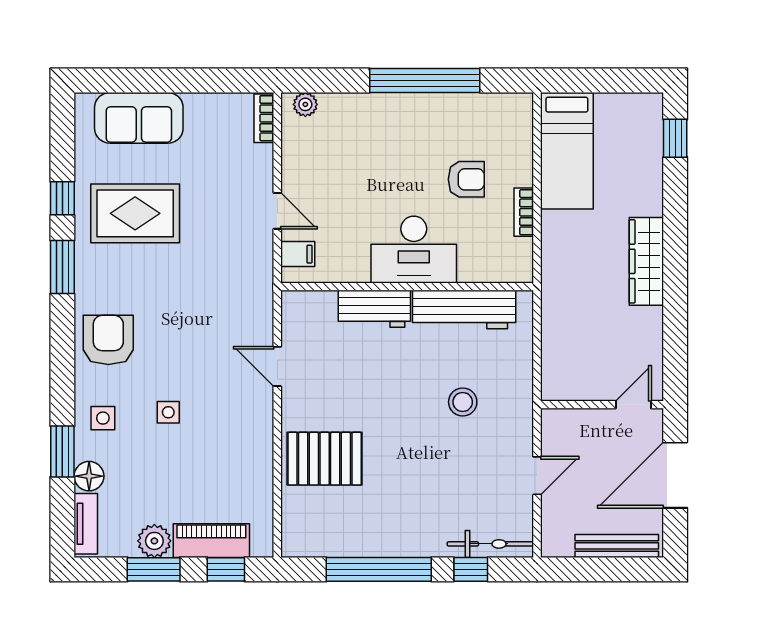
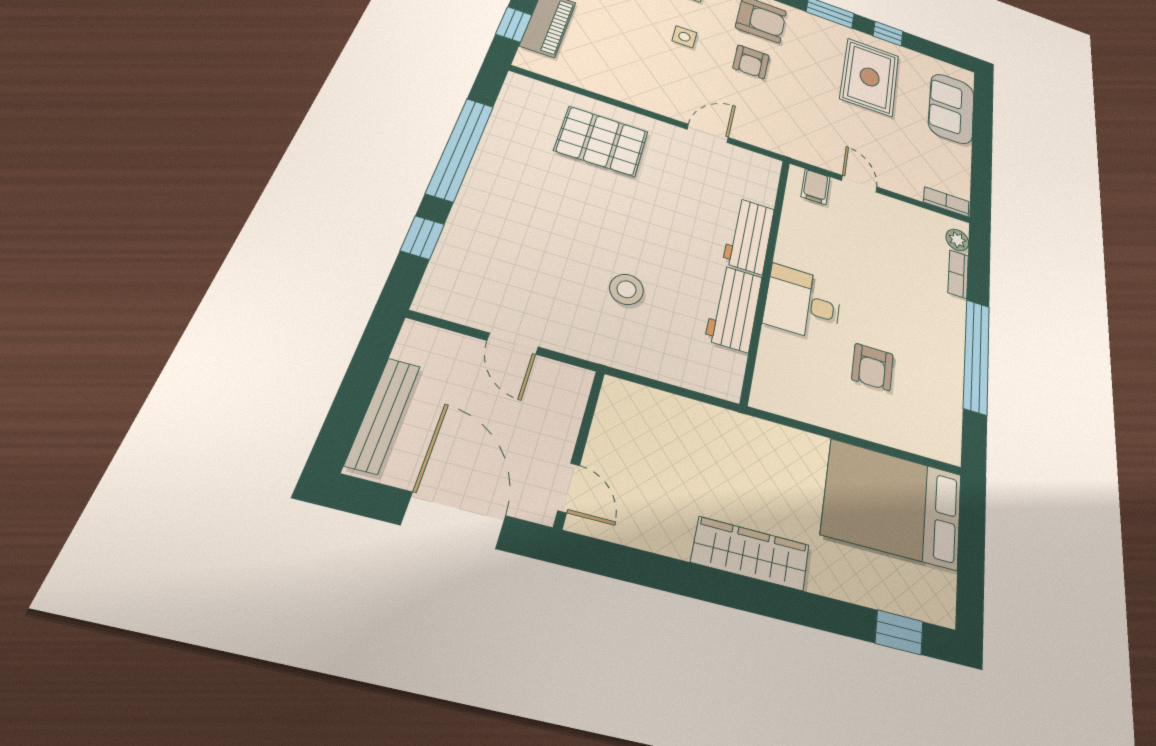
bed: (567, 151) -> (893, 504), width x1.50
door: (277, 211) -> (859, 184), swing flipped
bookcase: (524, 212) -> (958, 274), moved, turned -90
desk: (414, 250) -> (803, 303), width x0.73
workbench: (464, 309) -> (734, 308), width x0.73
armchair: (171, 341) -> (751, 62), added
pallet: (325, 459) -> (601, 141), turned 90
bicycle: (490, 544) -> (446, 267), removed

